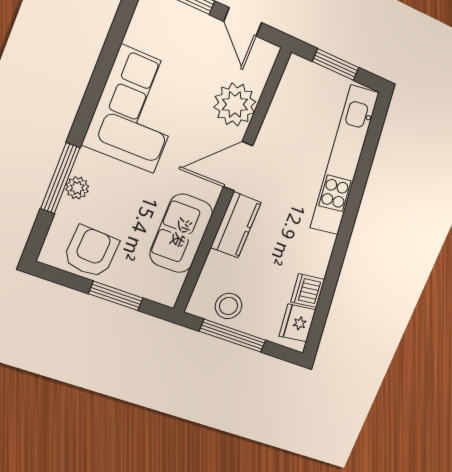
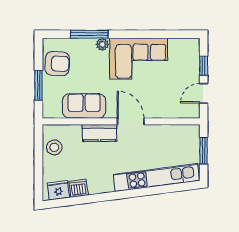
plant: (235, 104) -> (161, 106), removed
plant: (77, 188) -> (102, 44), moved
window: (233, 336) -> (38, 157), removed

